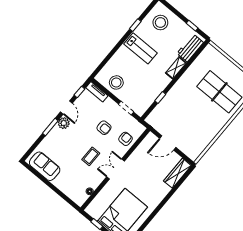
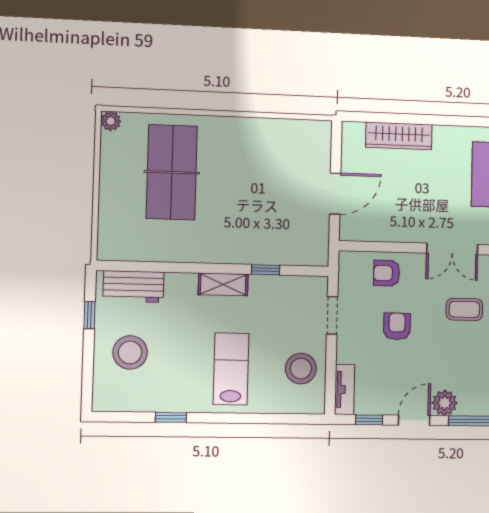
stool: (160, 23) -> (130, 352), moved
lab bench: (141, 48) -> (231, 369), moved
shelving: (176, 68) -> (223, 284), moved
door: (168, 143) -> (335, 194), hinge flipped
wardrobe: (177, 173) -> (399, 136), moved

